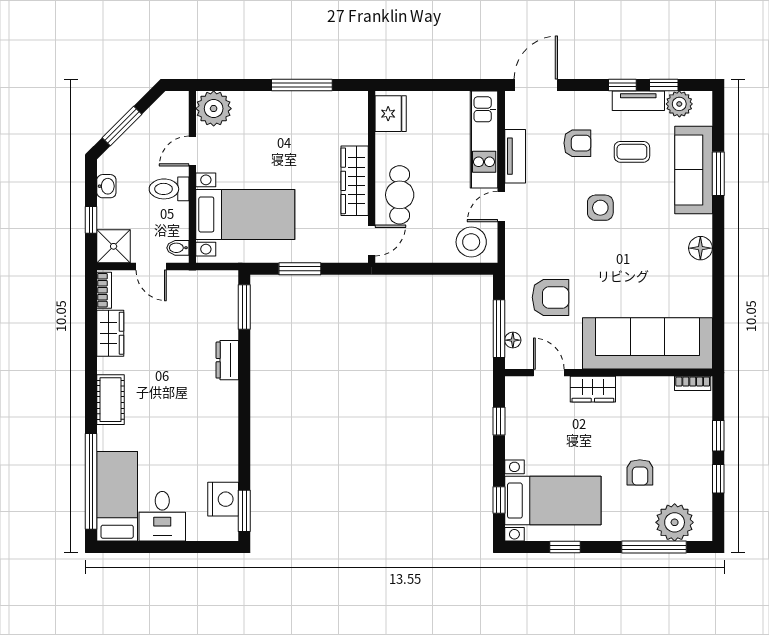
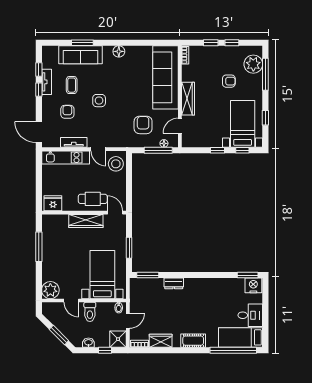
plant: (679, 104) -> (48, 62), removed
wardrobe: (593, 389) -> (188, 99), width x1.50
window: (499, 421) -> (218, 150), moved
nightstand: (223, 499) -> (253, 285), moved

